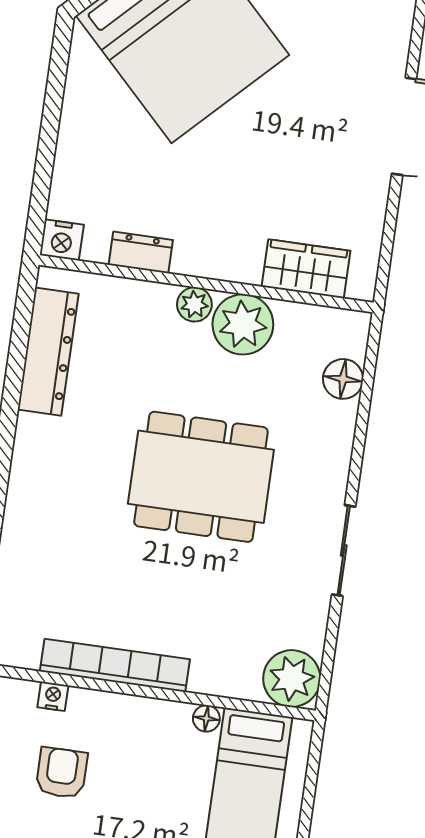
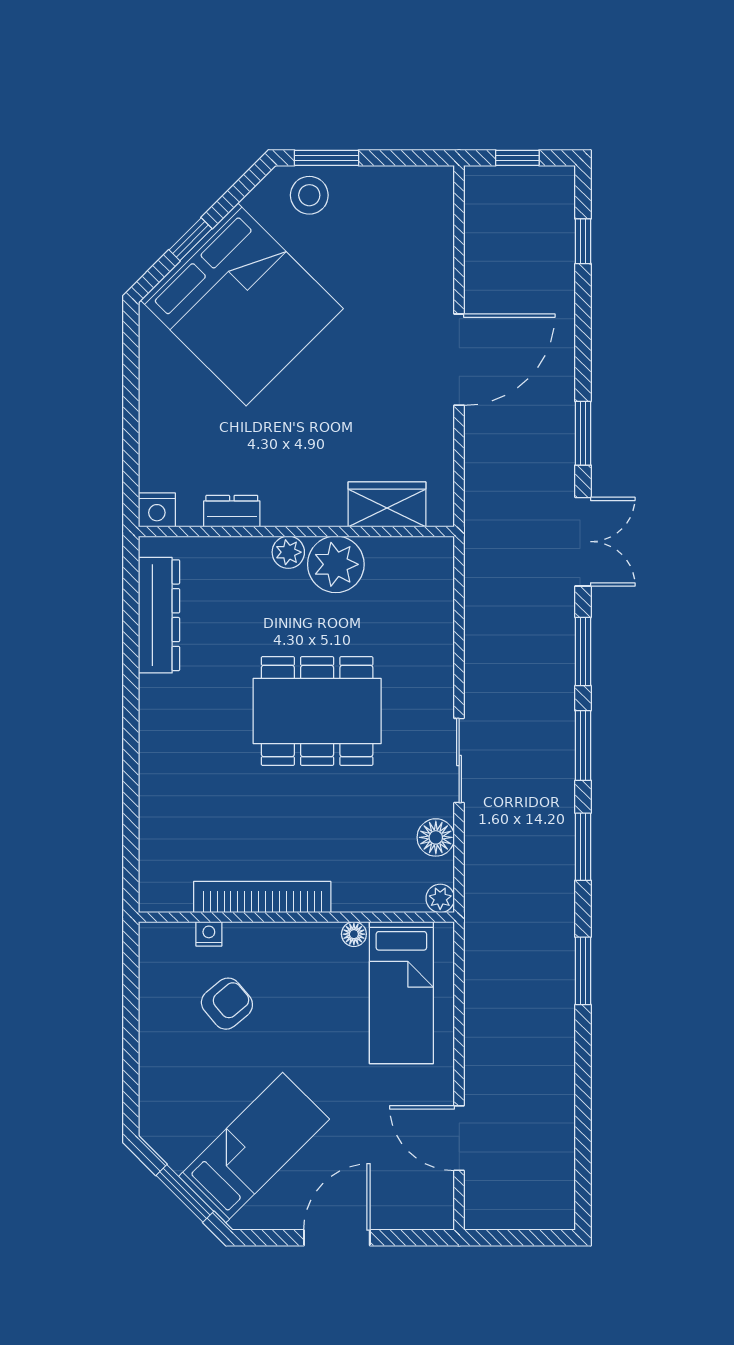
floor lamp: (343, 379) -> (436, 837), moved
plant: (292, 679) -> (440, 898), width x0.53, depth x0.53
armchair: (62, 773) -> (227, 1004), turned 50

